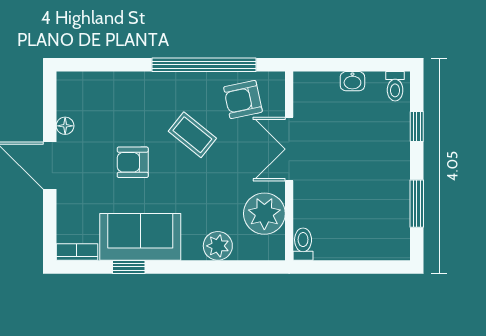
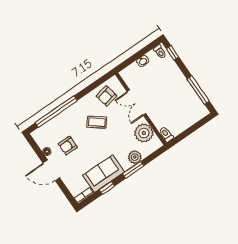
window: (204, 65) -> (56, 112), moved
window: (417, 126) -> (172, 53), moved
armchair: (133, 162) -> (68, 146), moved
window: (417, 204) -> (198, 90), width x1.44
window: (199, 267) -> (133, 170), added

